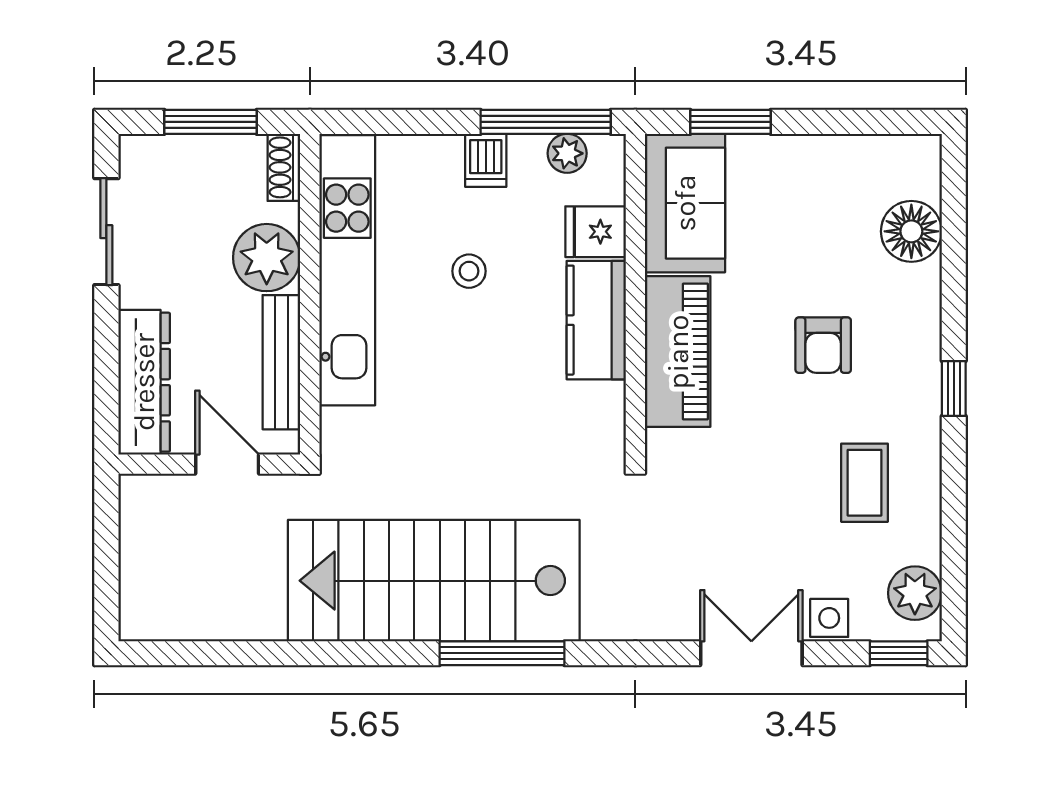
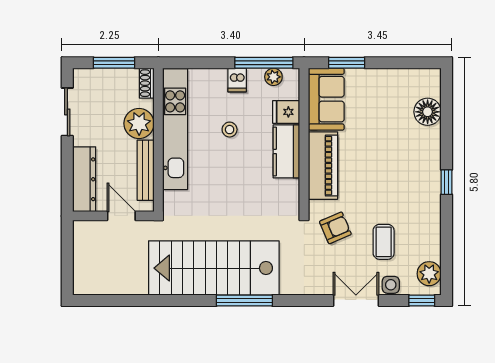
armchair: (823, 345) -> (335, 228), moved, turned -113
coffee table: (864, 483) -> (384, 242), moved

